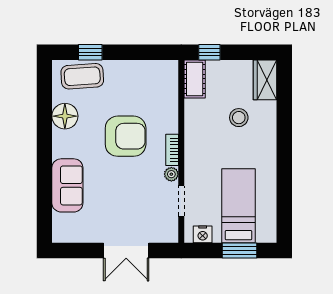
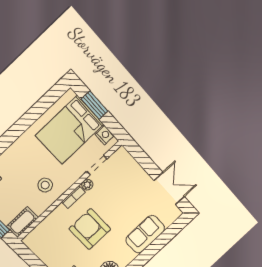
stool: (239, 118) -> (45, 185), moved
bed: (239, 206) -> (70, 130), width x1.50
double door: (126, 250) -> (169, 189), moved

